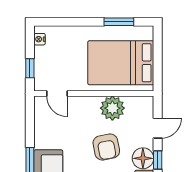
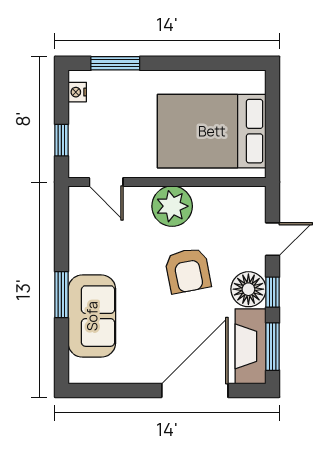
window: (119, 22) -> (115, 63), moved
plant: (112, 108) -> (172, 206), moved

